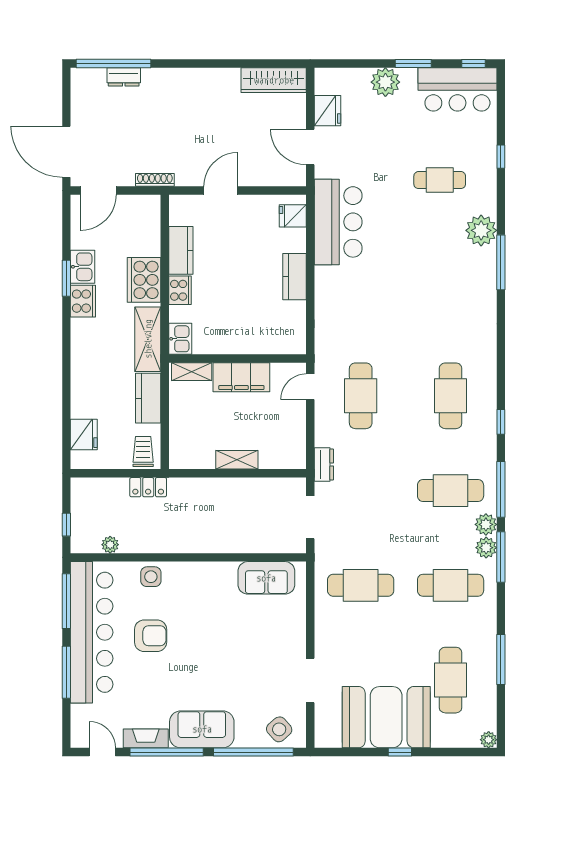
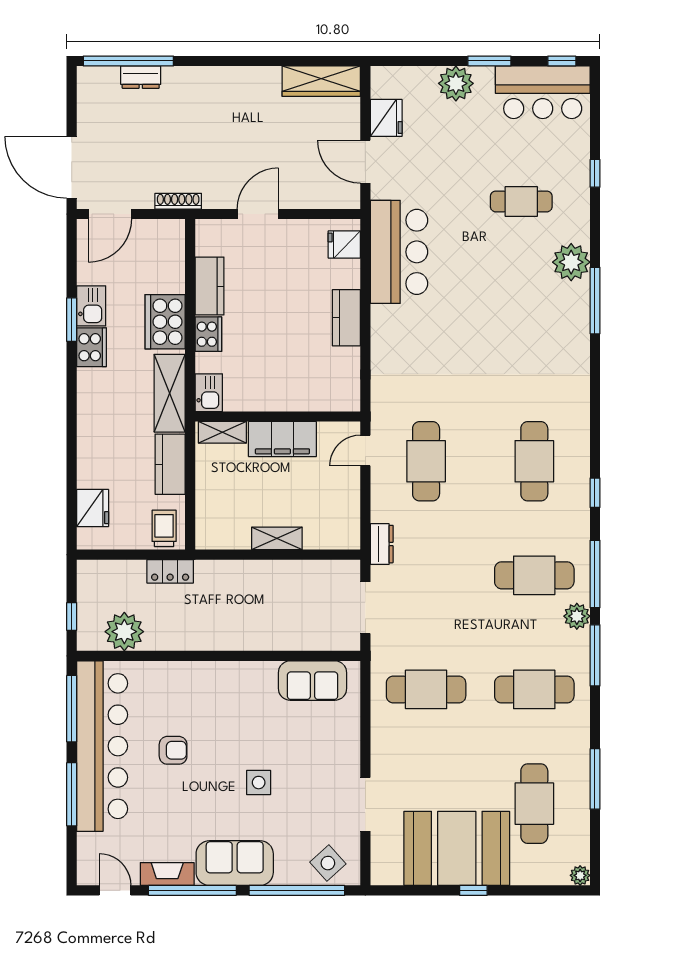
plant: (110, 545) -> (124, 632), width x1.87, depth x1.87
plant: (486, 548) -> (577, 644), removed
side table: (151, 577) -> (259, 783), moved
armchair: (151, 636) -> (173, 750), width x0.72, depth x0.72

